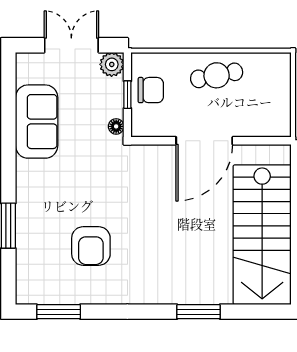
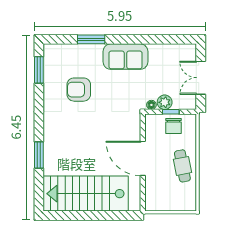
double door: (71, 45) -> (201, 78), swing flipped
plant: (112, 64) -> (165, 102), moved
sofa: (37, 122) -> (125, 57), moved

